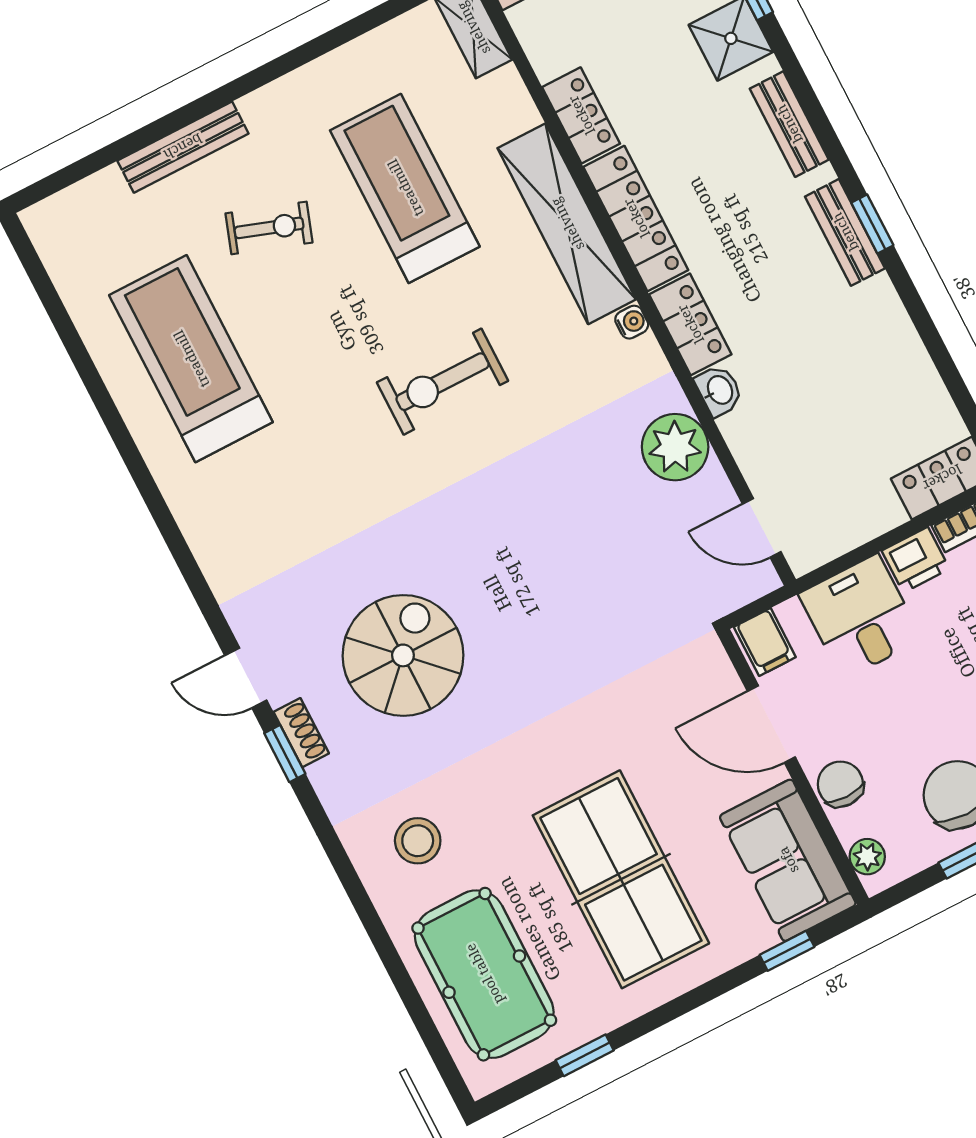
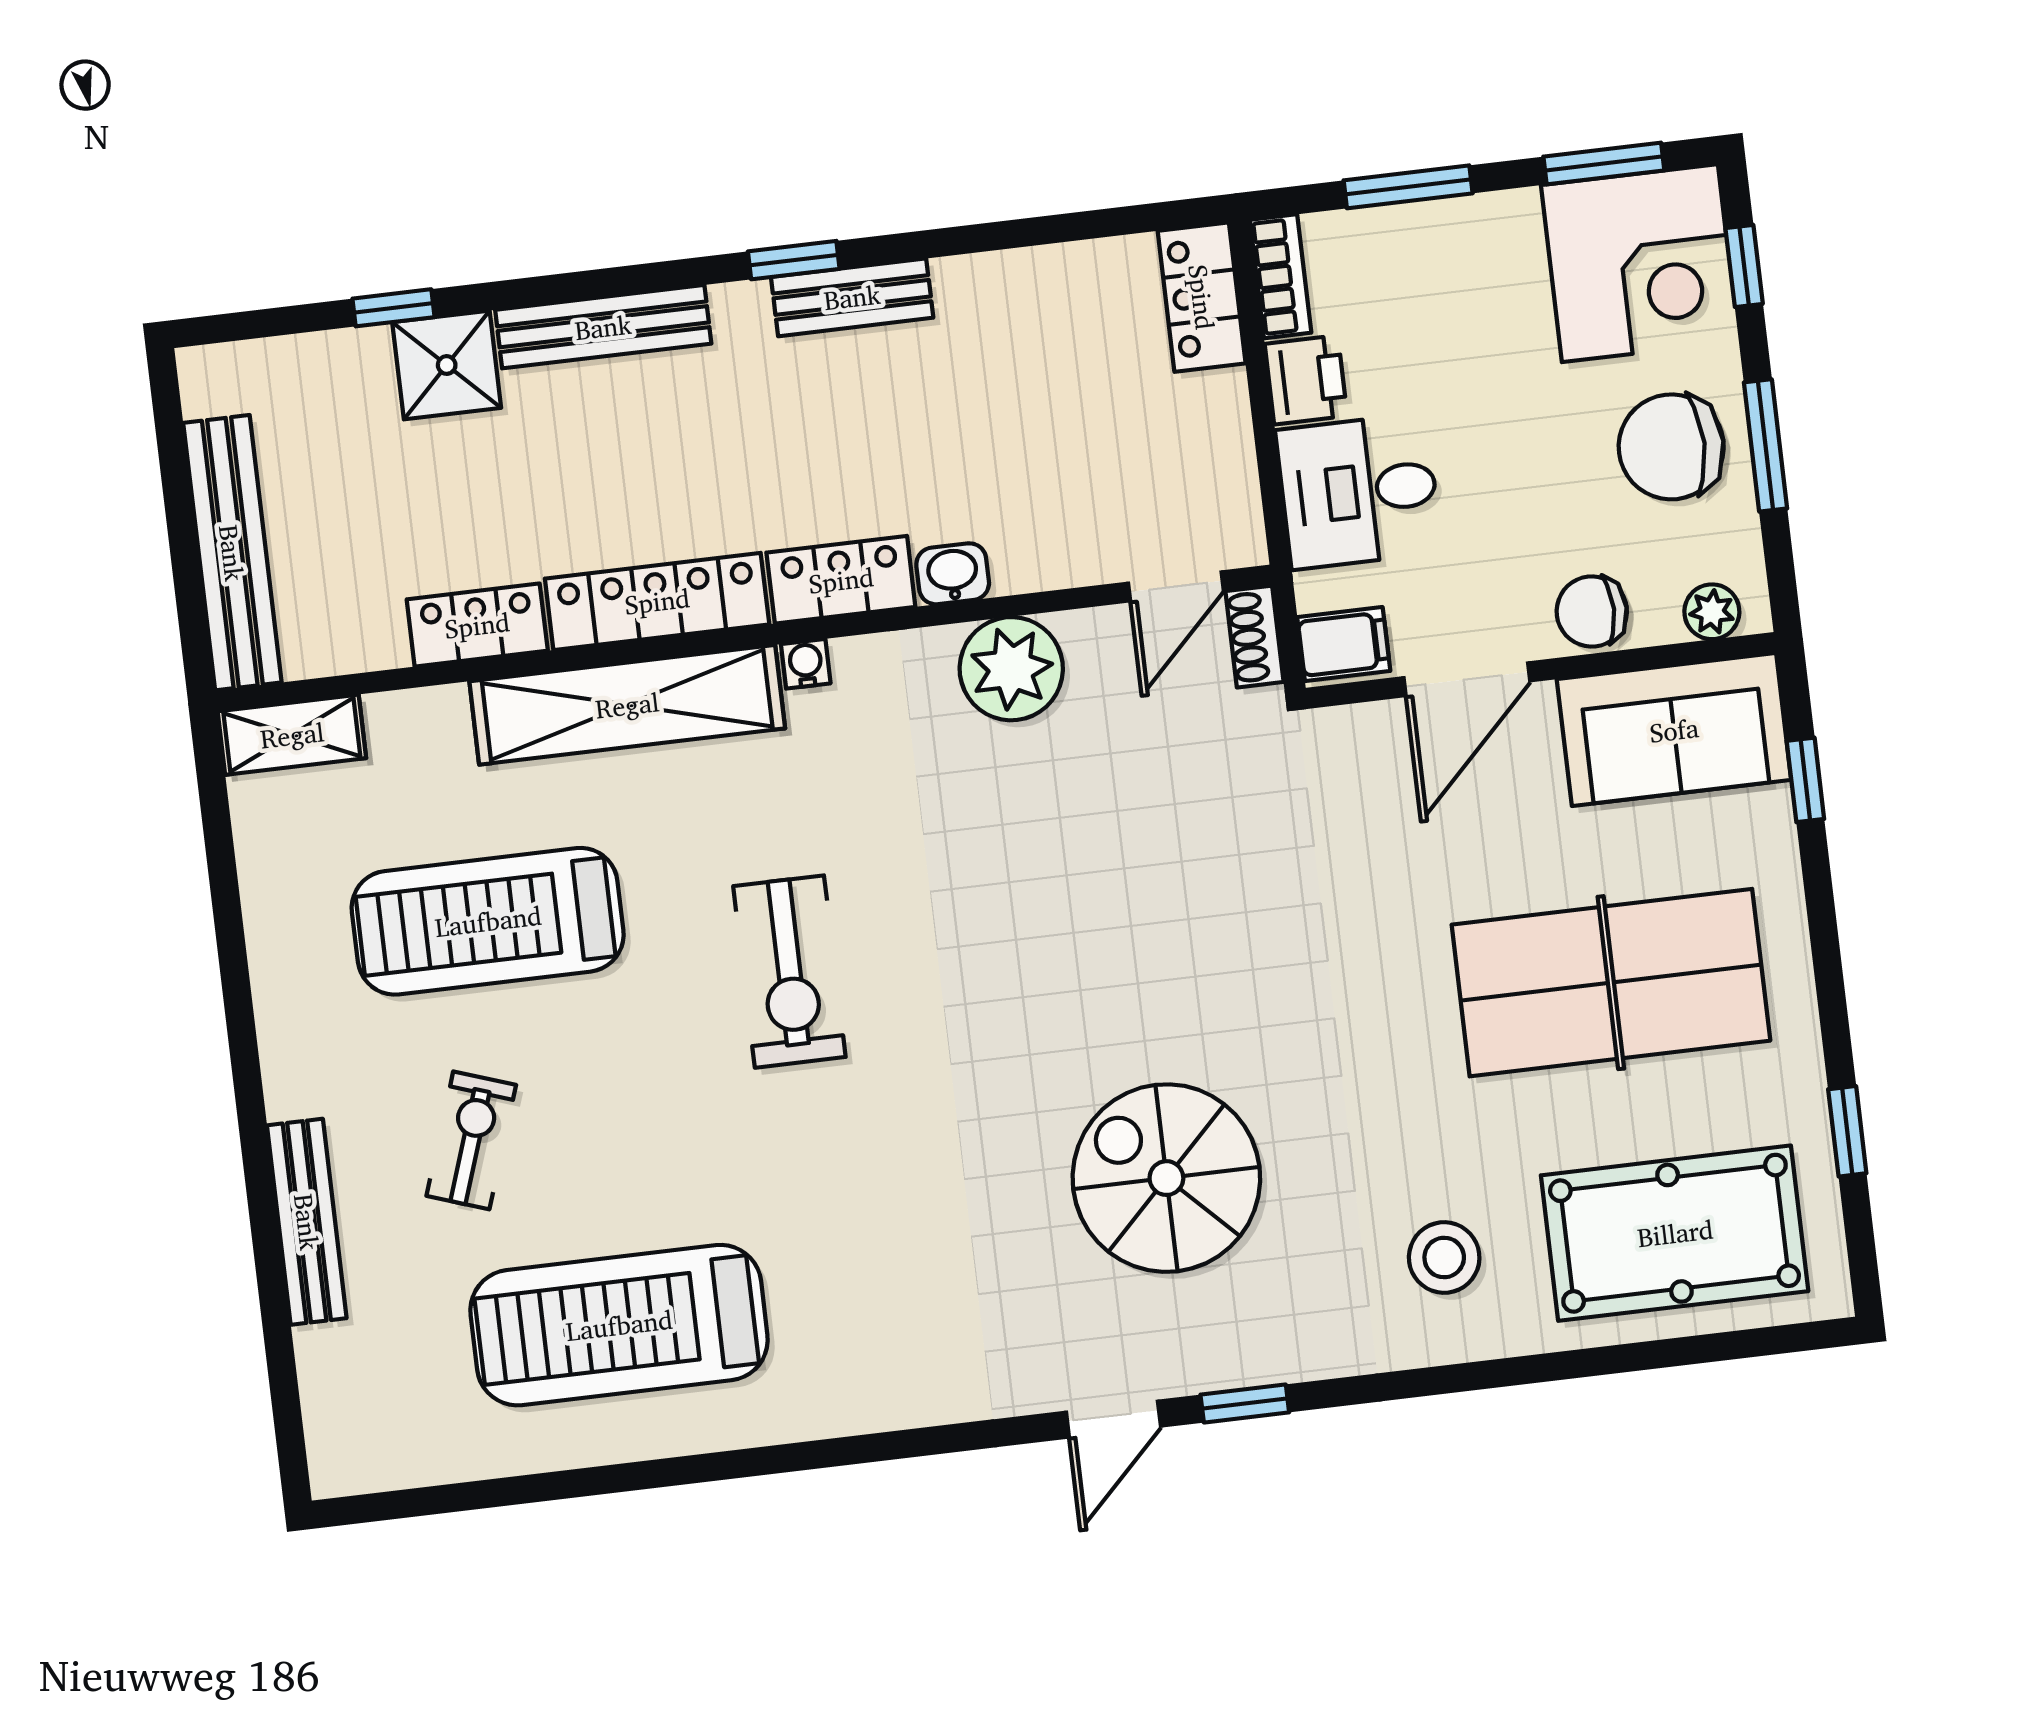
bench: (789, 124) -> (603, 327), width x1.36
bench: (845, 232) -> (852, 297), moved
shoe rack: (301, 733) -> (1255, 637), moved, turned -90

